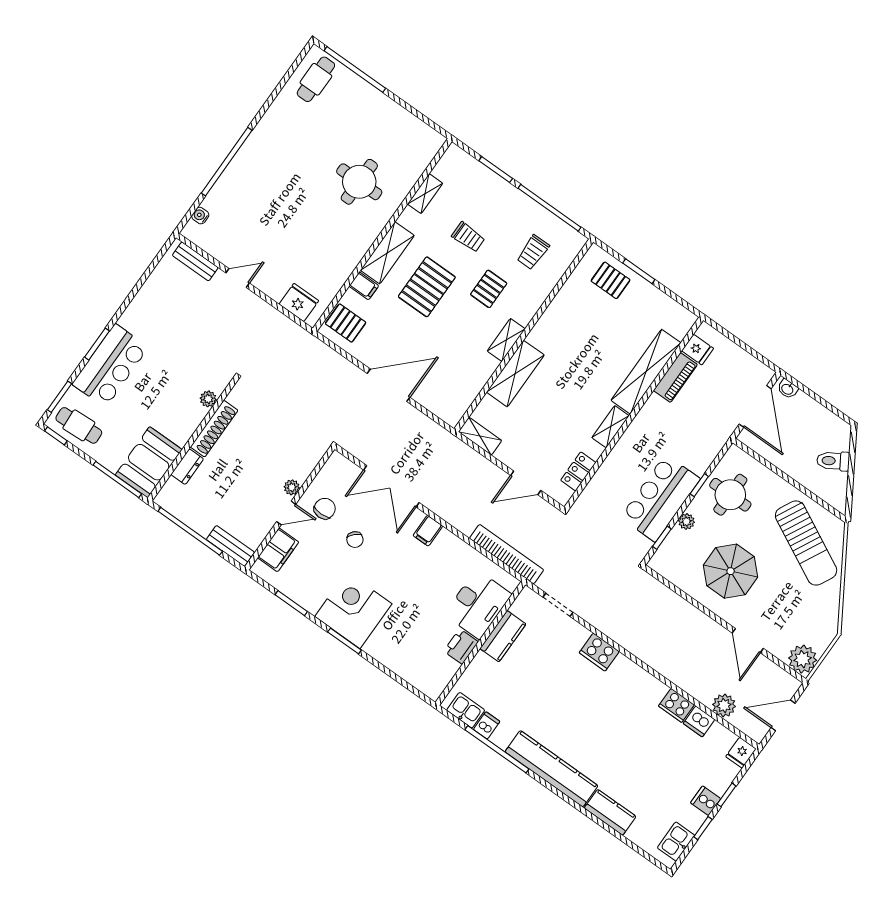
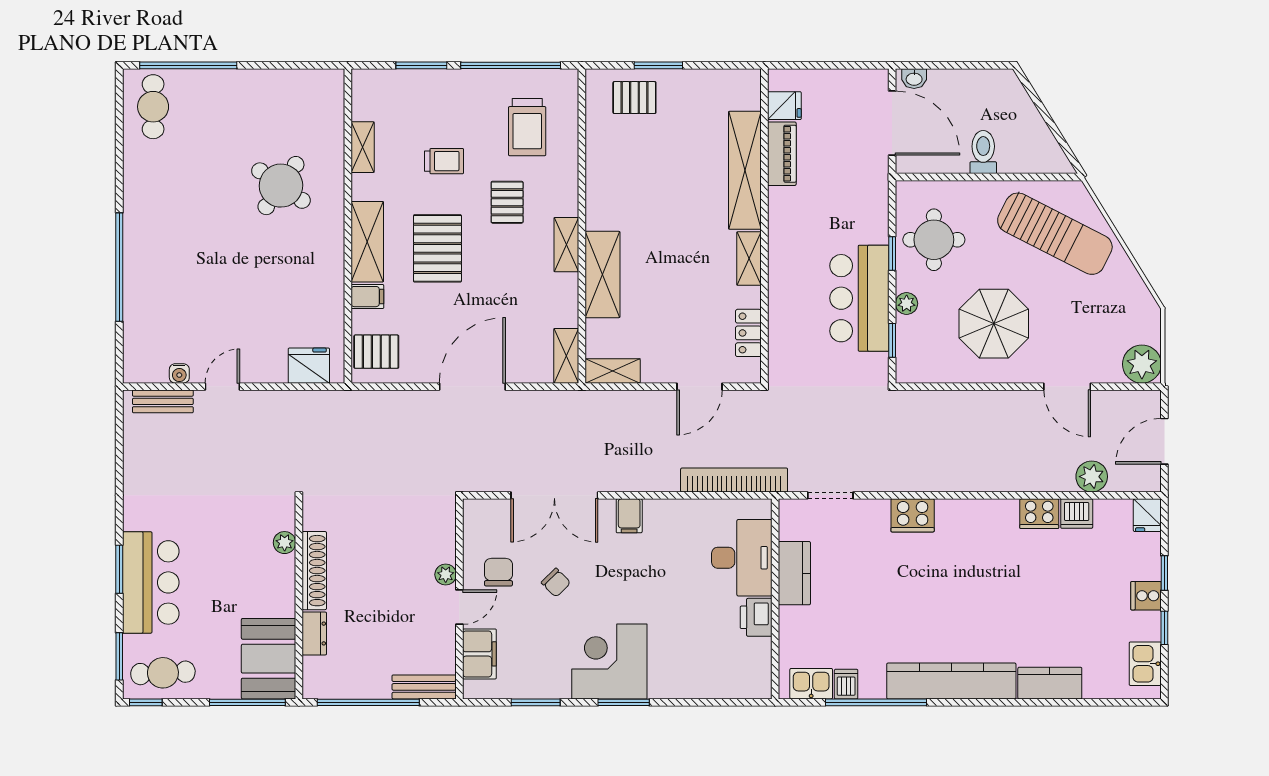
round table: (359, 182) -> (281, 186), turned 35
water cooler: (200, 216) -> (179, 373), moved, turned -90
trolley: (533, 252) -> (527, 127), width x1.36, depth x1.39
shelving: (459, 407) -> (566, 356), added
toilet: (833, 461) -> (983, 152), moved, turned 122

